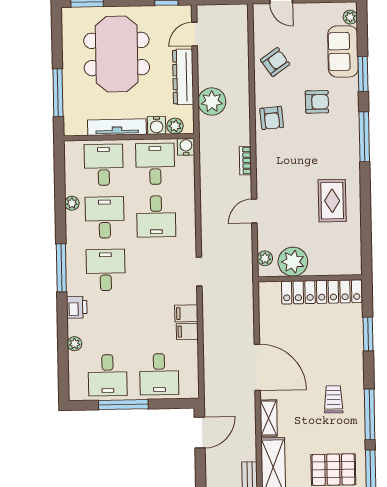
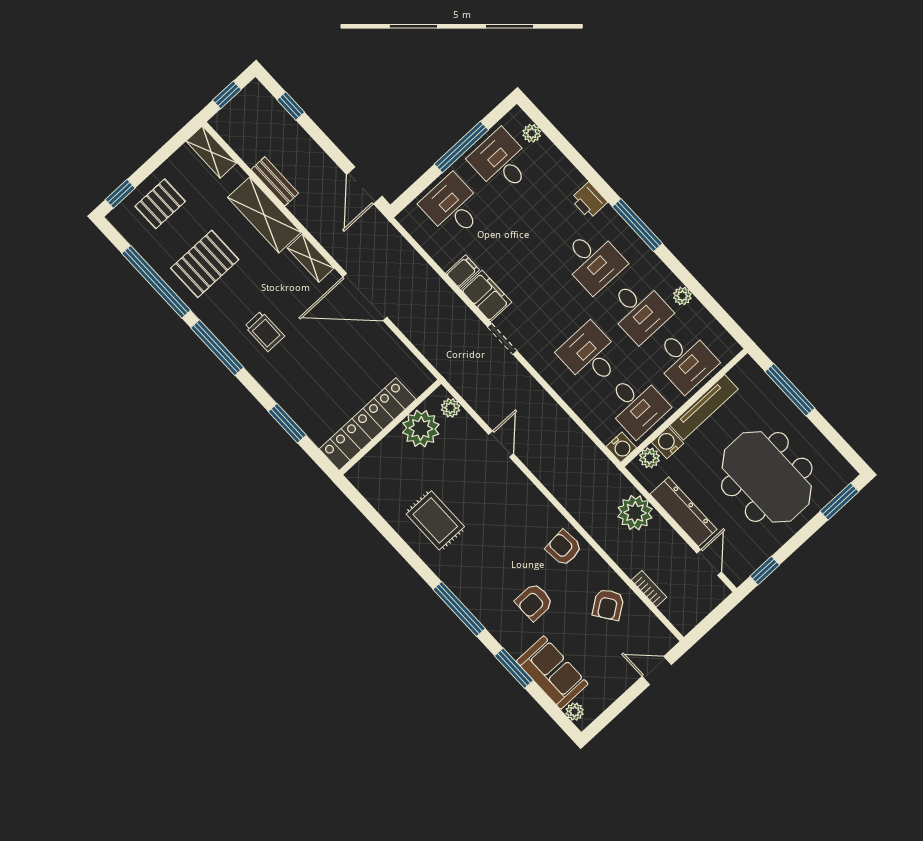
bookcase: (245, 161) -> (649, 589), moved
filing cabinet: (186, 313) -> (486, 296), width x2.00
plant: (75, 344) -> (532, 133), moved

